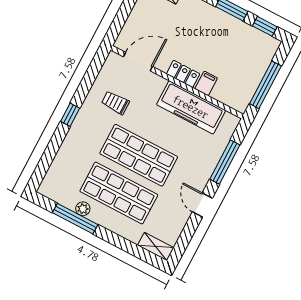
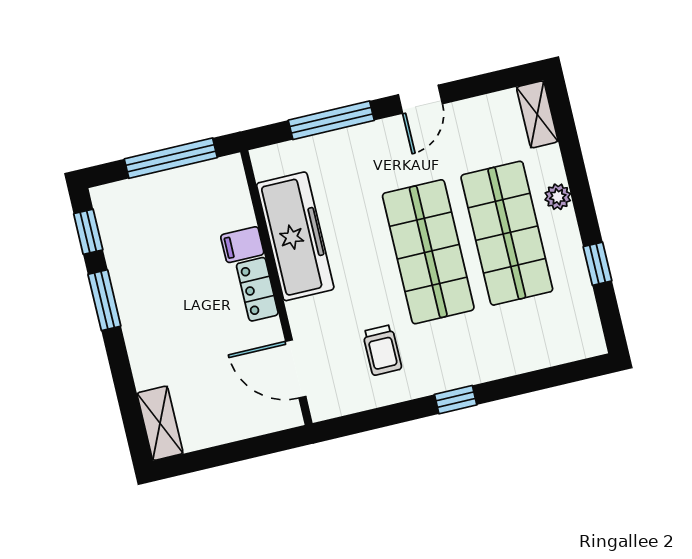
plant: (83, 209) -> (558, 197), moved
window: (75, 219) -> (597, 264), width x0.46

